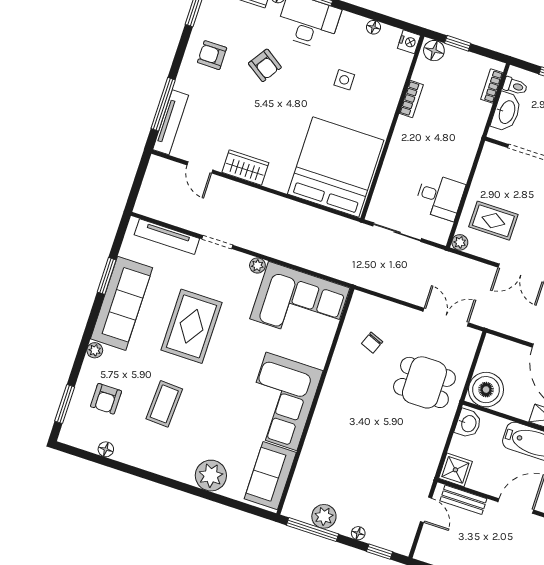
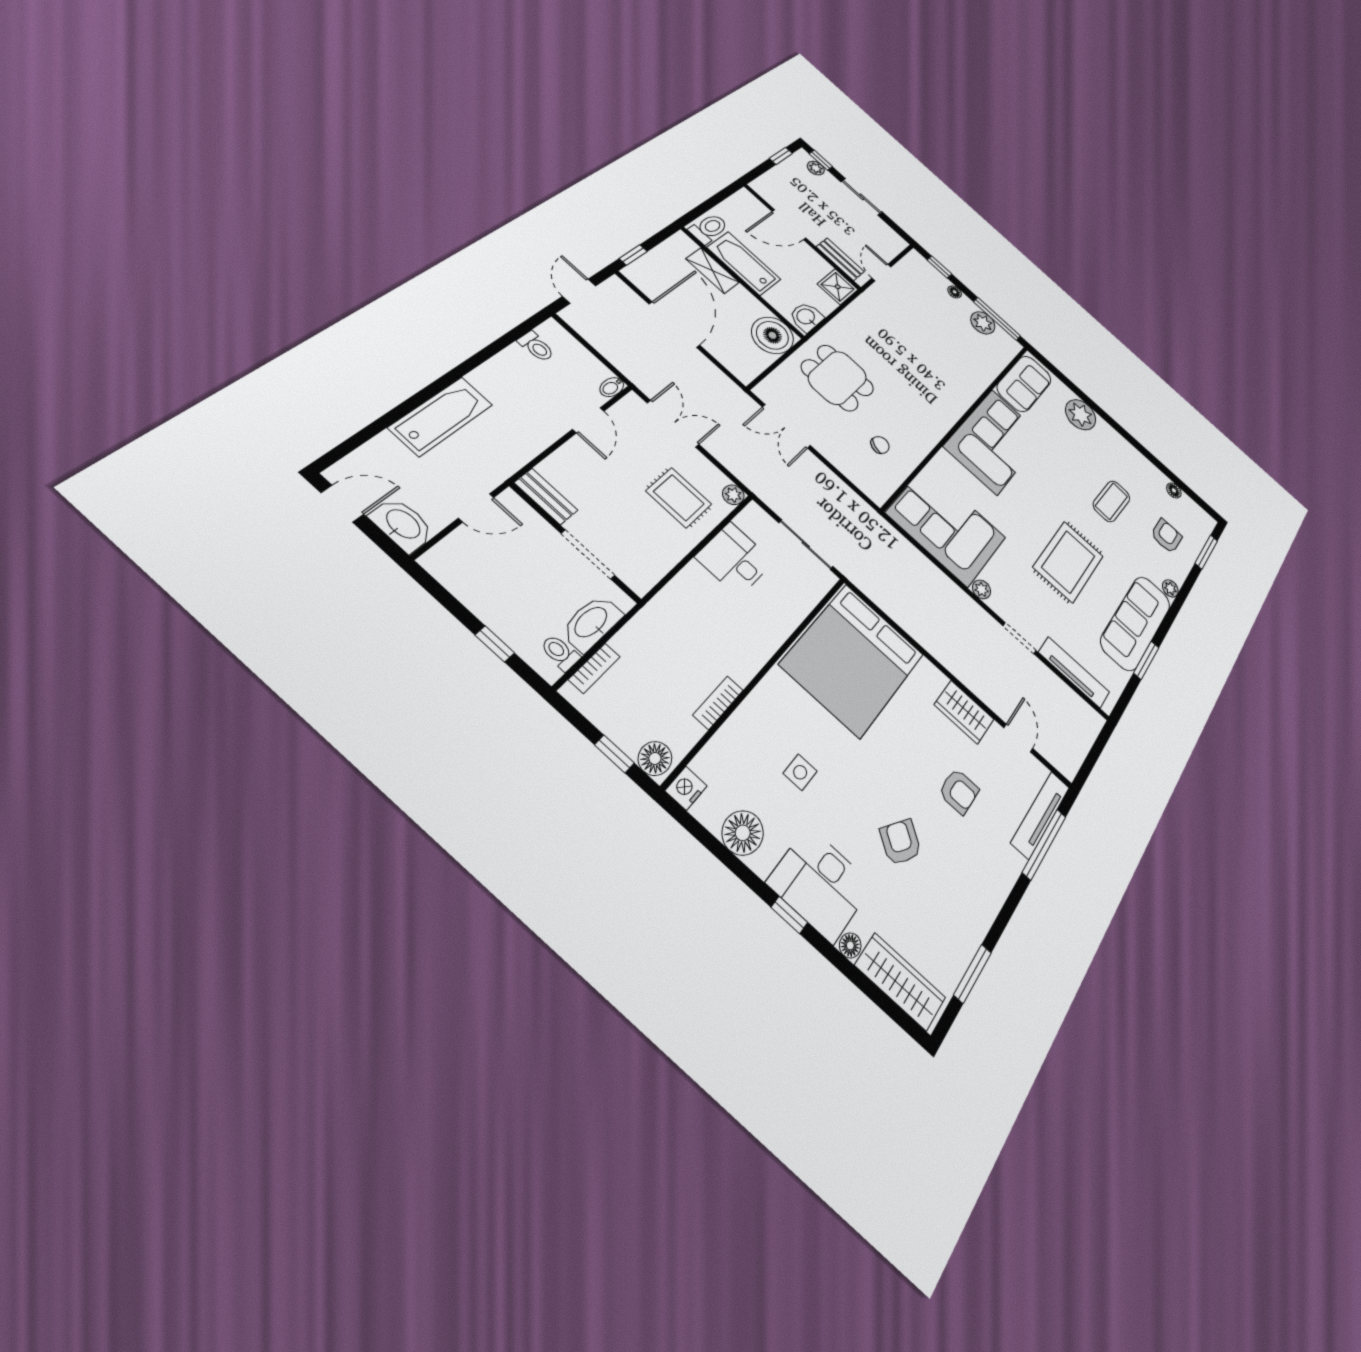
floor lamp: (373, 27) -> (743, 833), width x1.89, depth x1.89
armchair: (212, 55) -> (959, 791), moved

